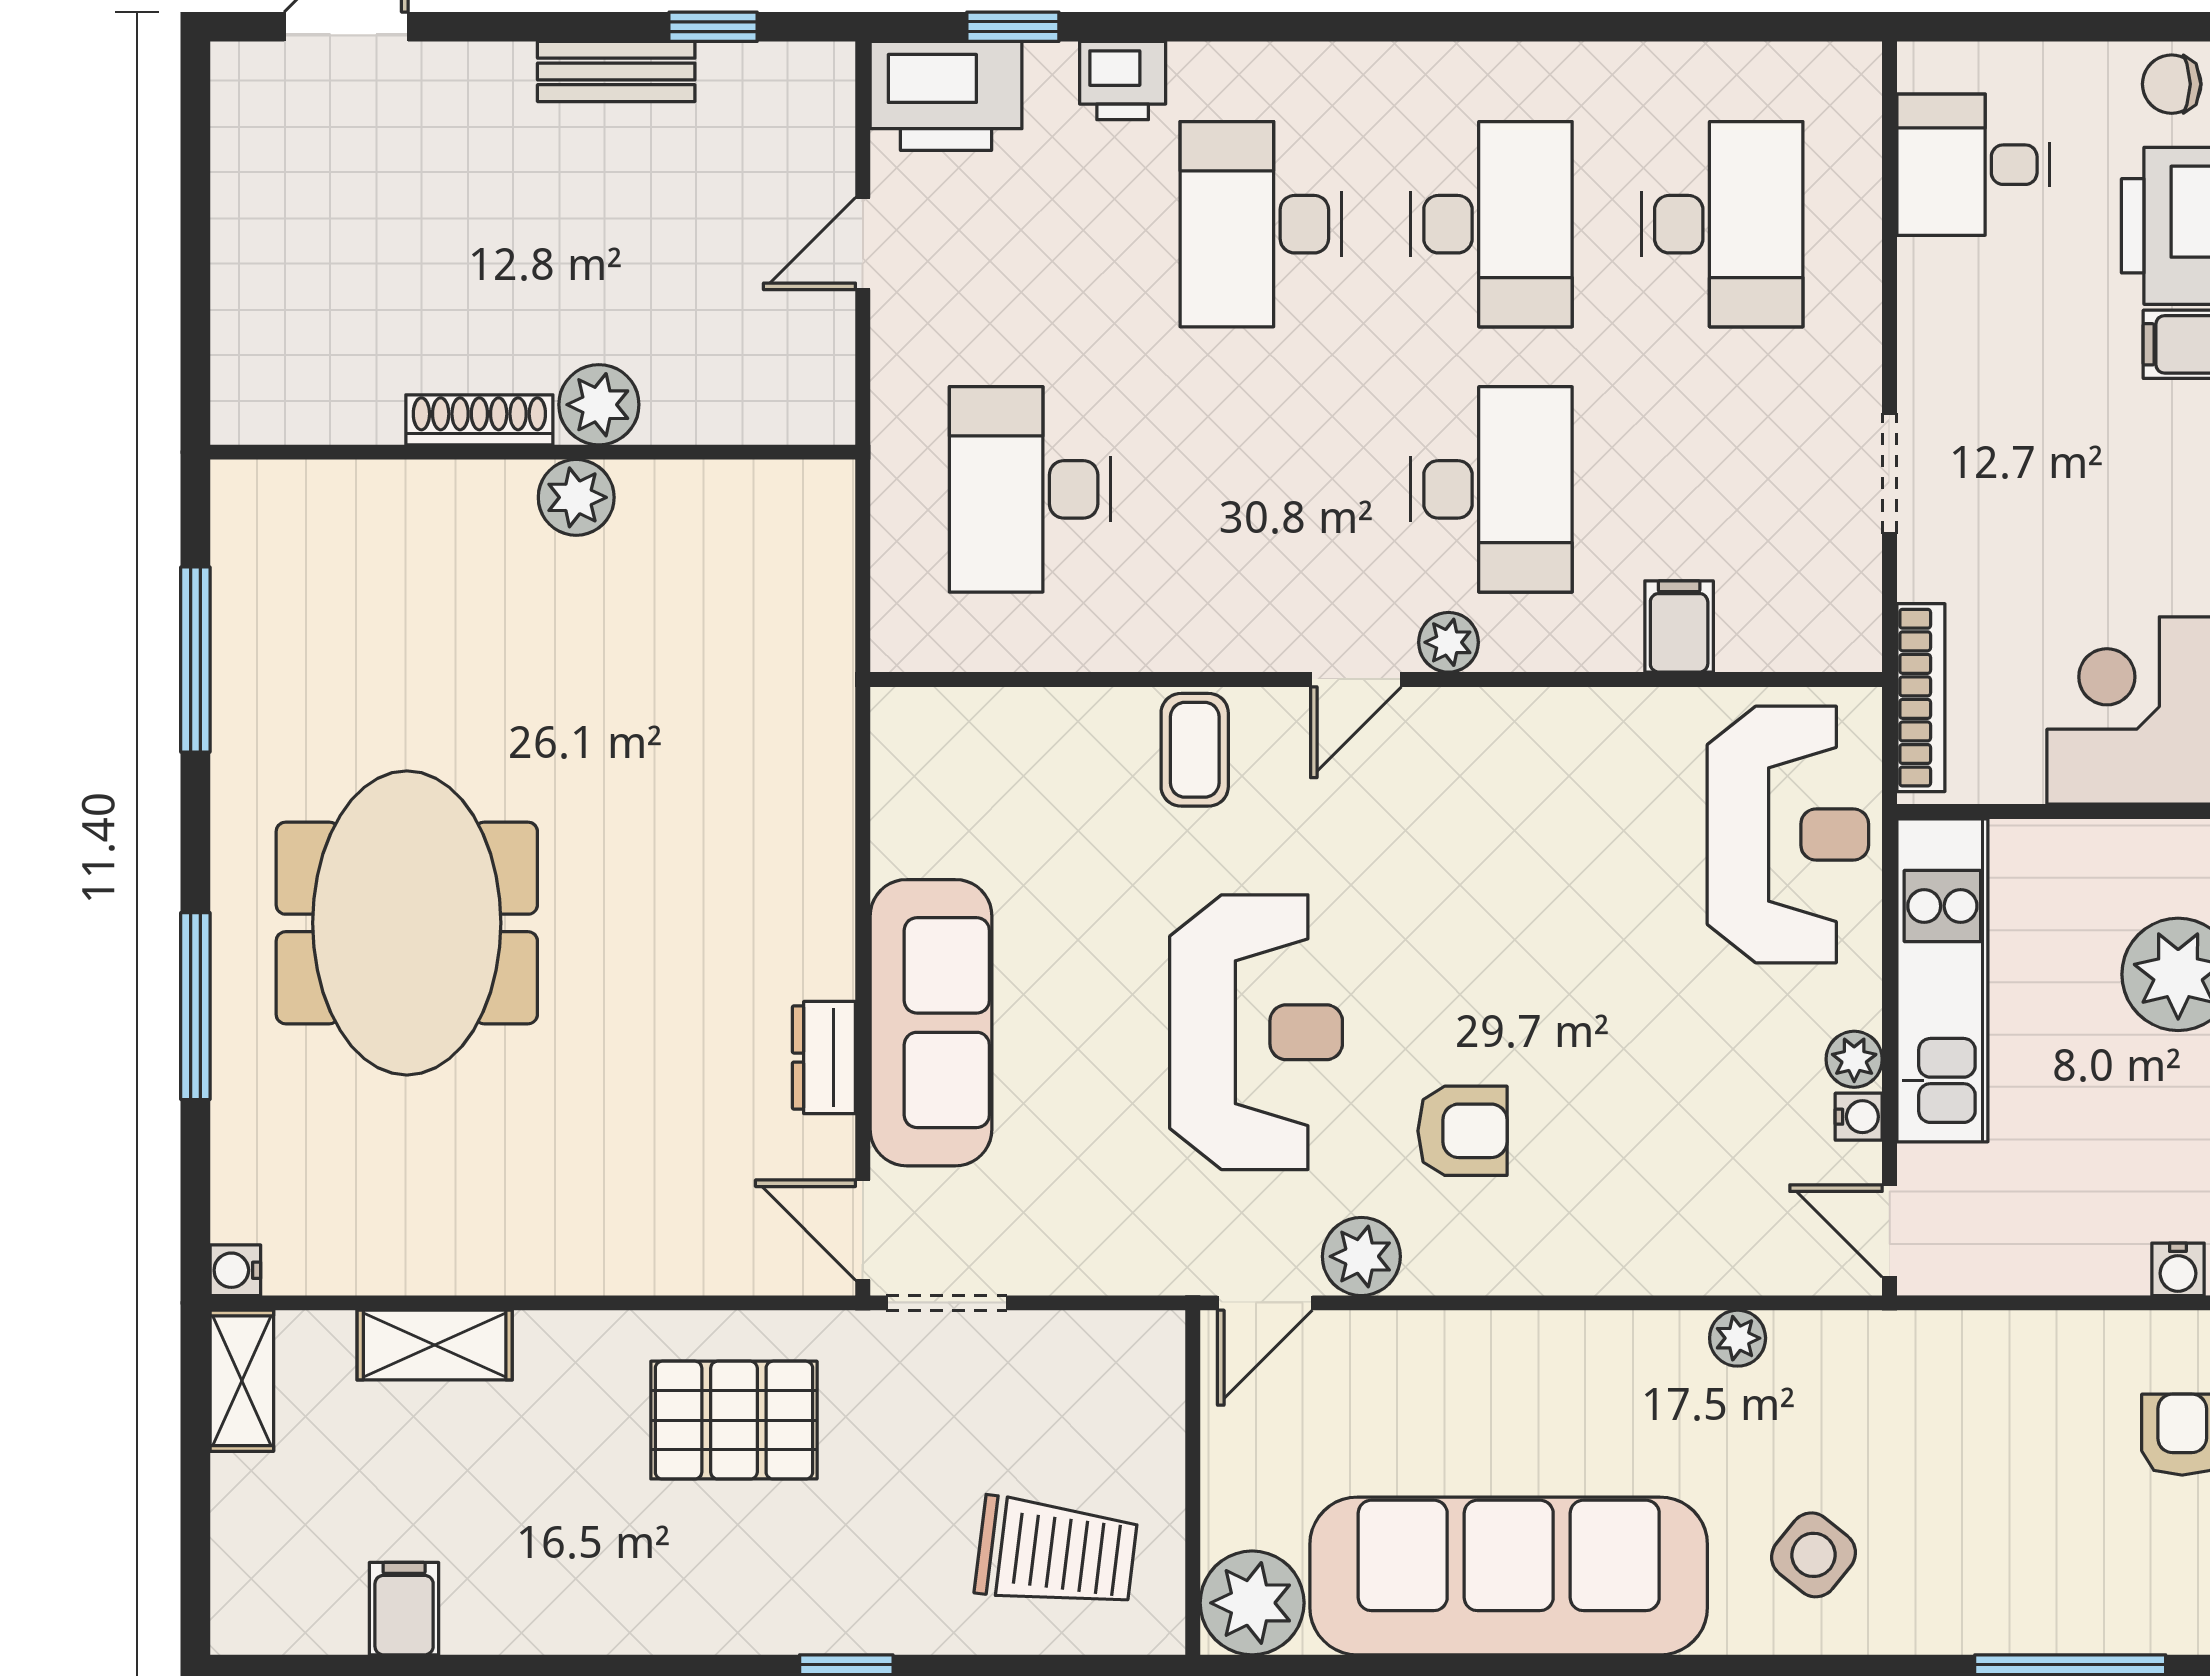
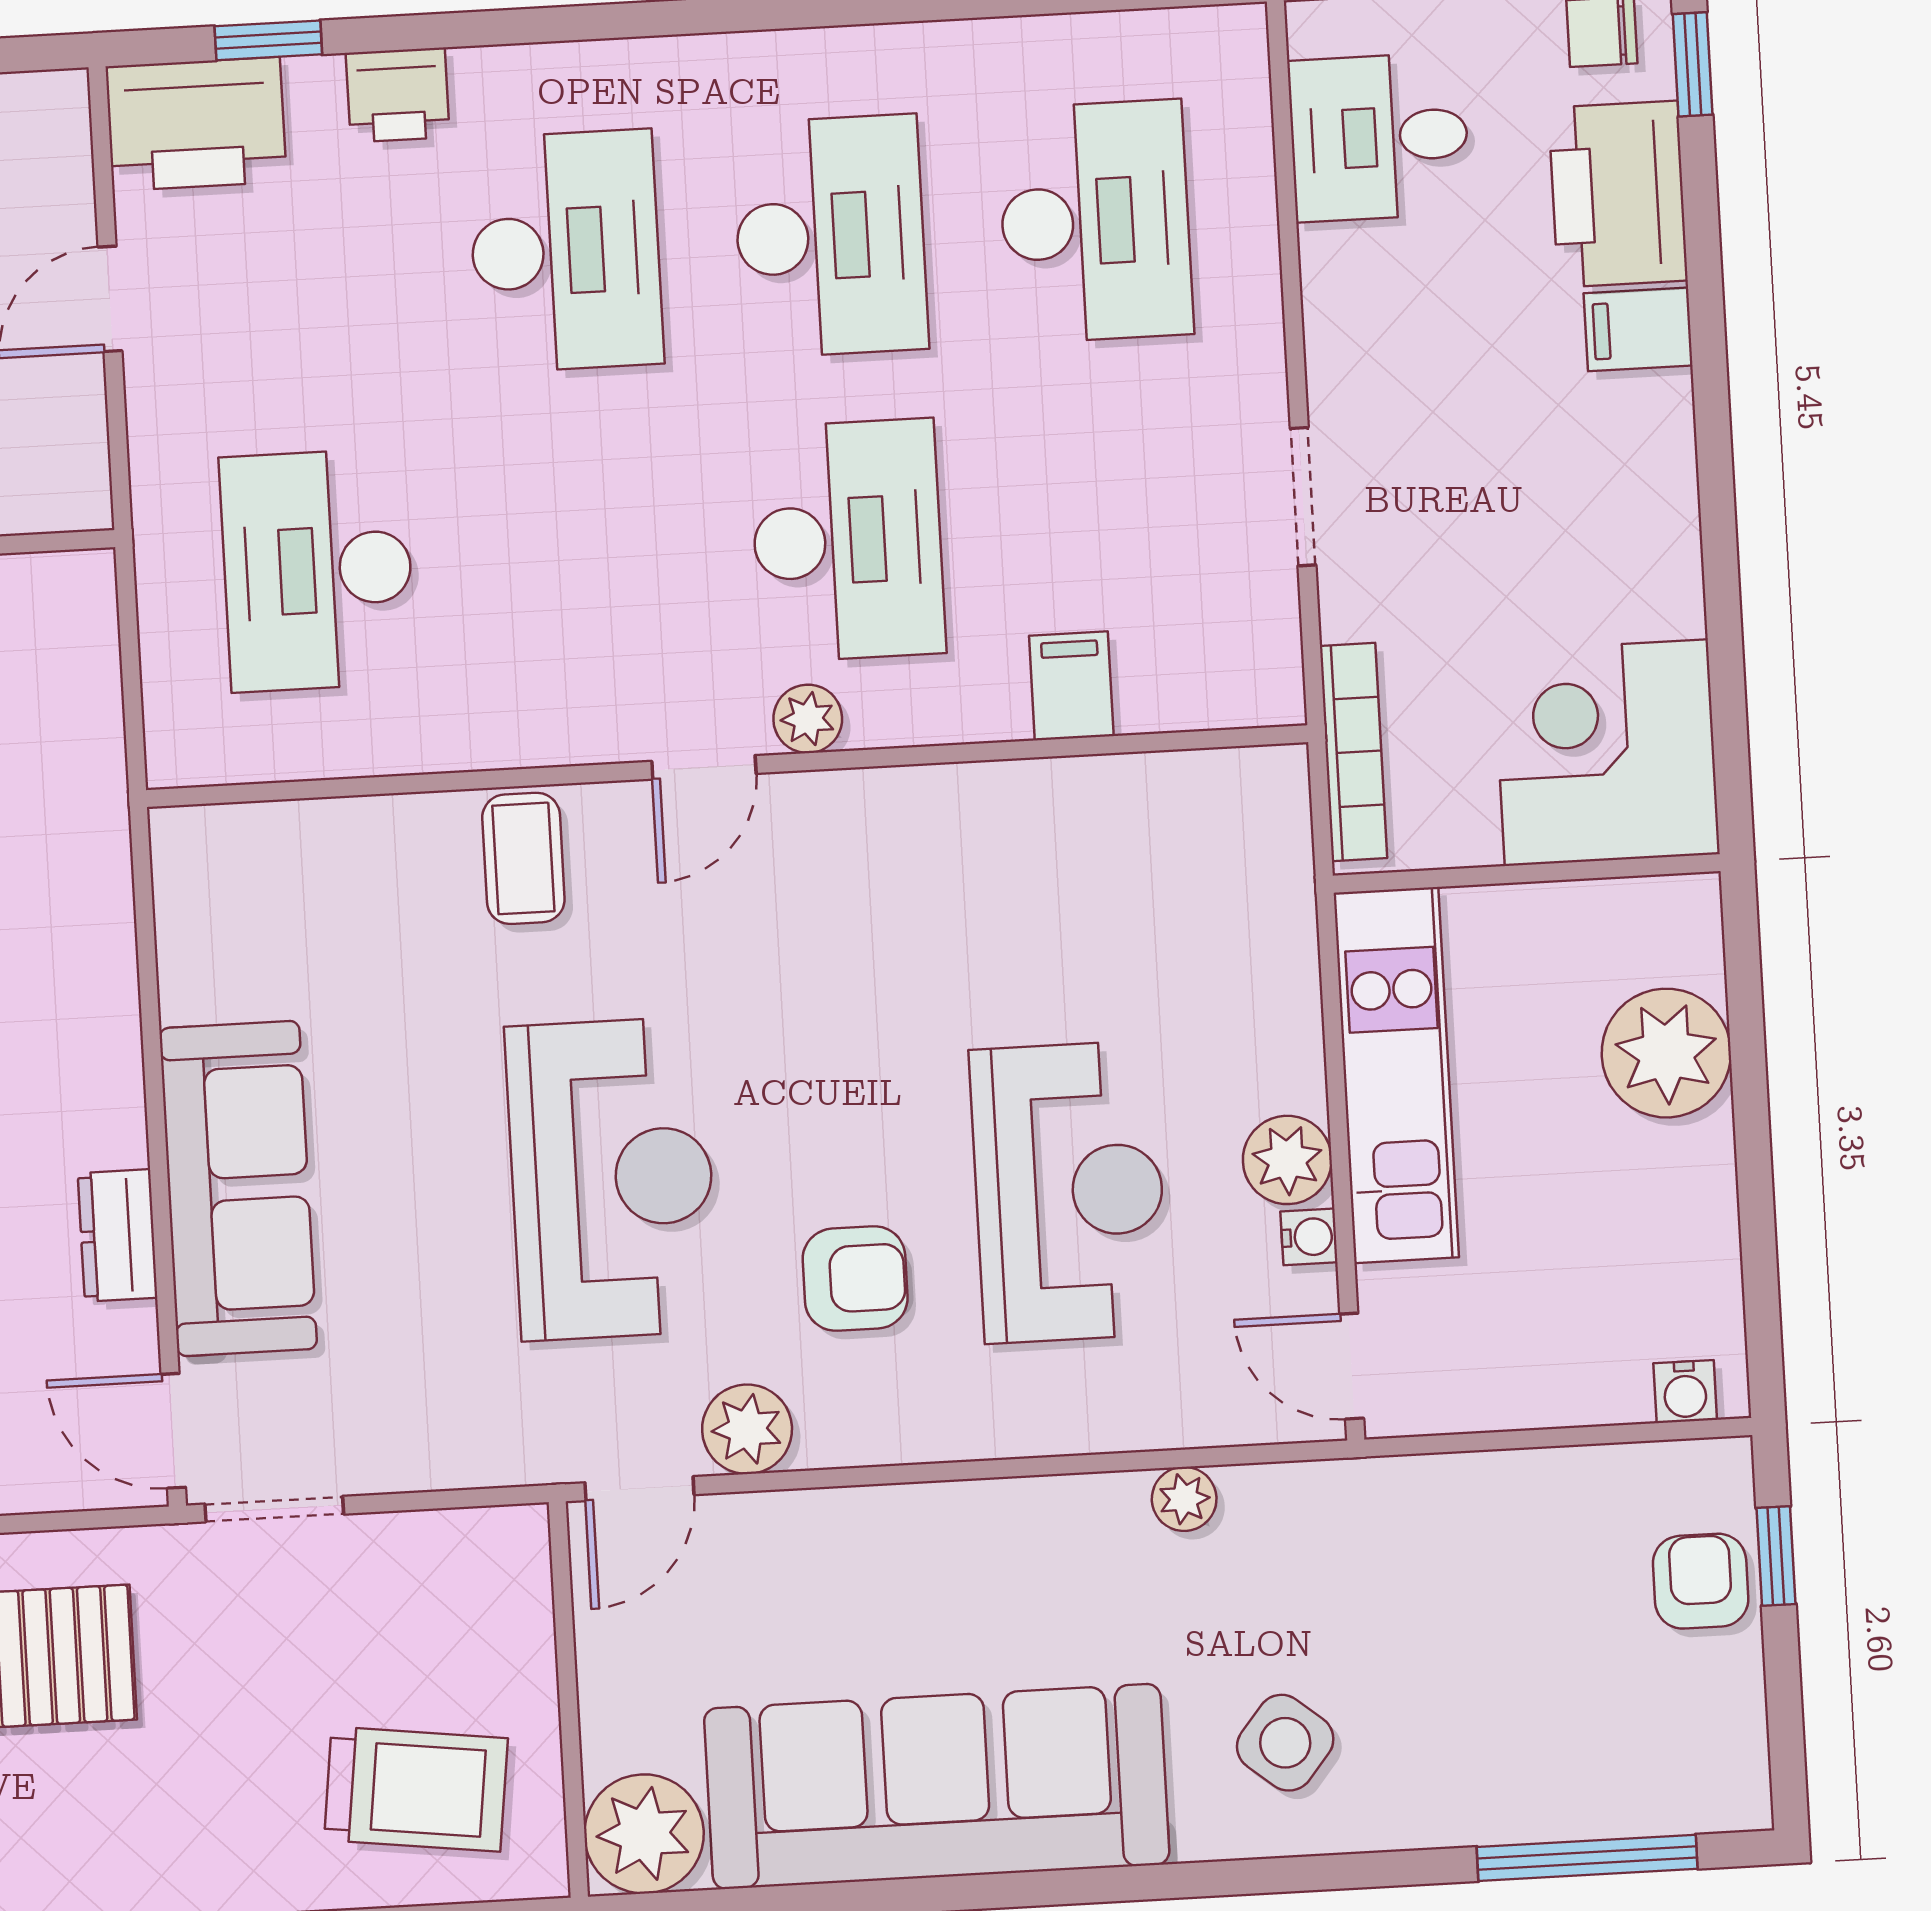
desk: (1261, 224) -> (565, 251), turned 180
reception desk: (1788, 835) -> (1069, 1192), moved
plant: (1854, 1059) -> (1287, 1160), width x1.38, depth x1.38

